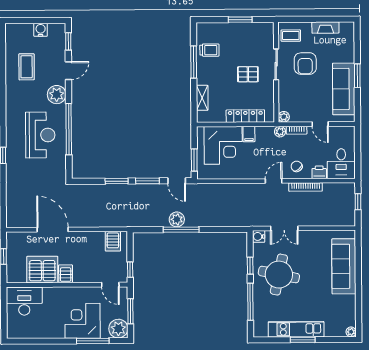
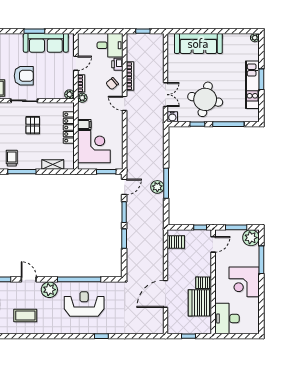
corner desk: (82, 321) -> (244, 282), moved

